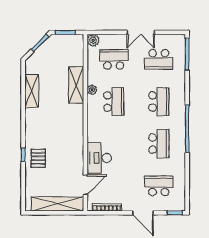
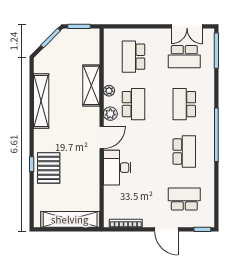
double door: (141, 32) -> (187, 26), moved
plant: (93, 40) -> (110, 114), moved
school desk: (114, 59) -> (134, 57), turned -90
shelving: (32, 91) -> (41, 101), width x1.47
school desk: (159, 102) -> (184, 104), turned 180
pallet: (38, 158) -> (49, 168), width x1.50, depth x1.42
door: (85, 185) -> (102, 138), moved

